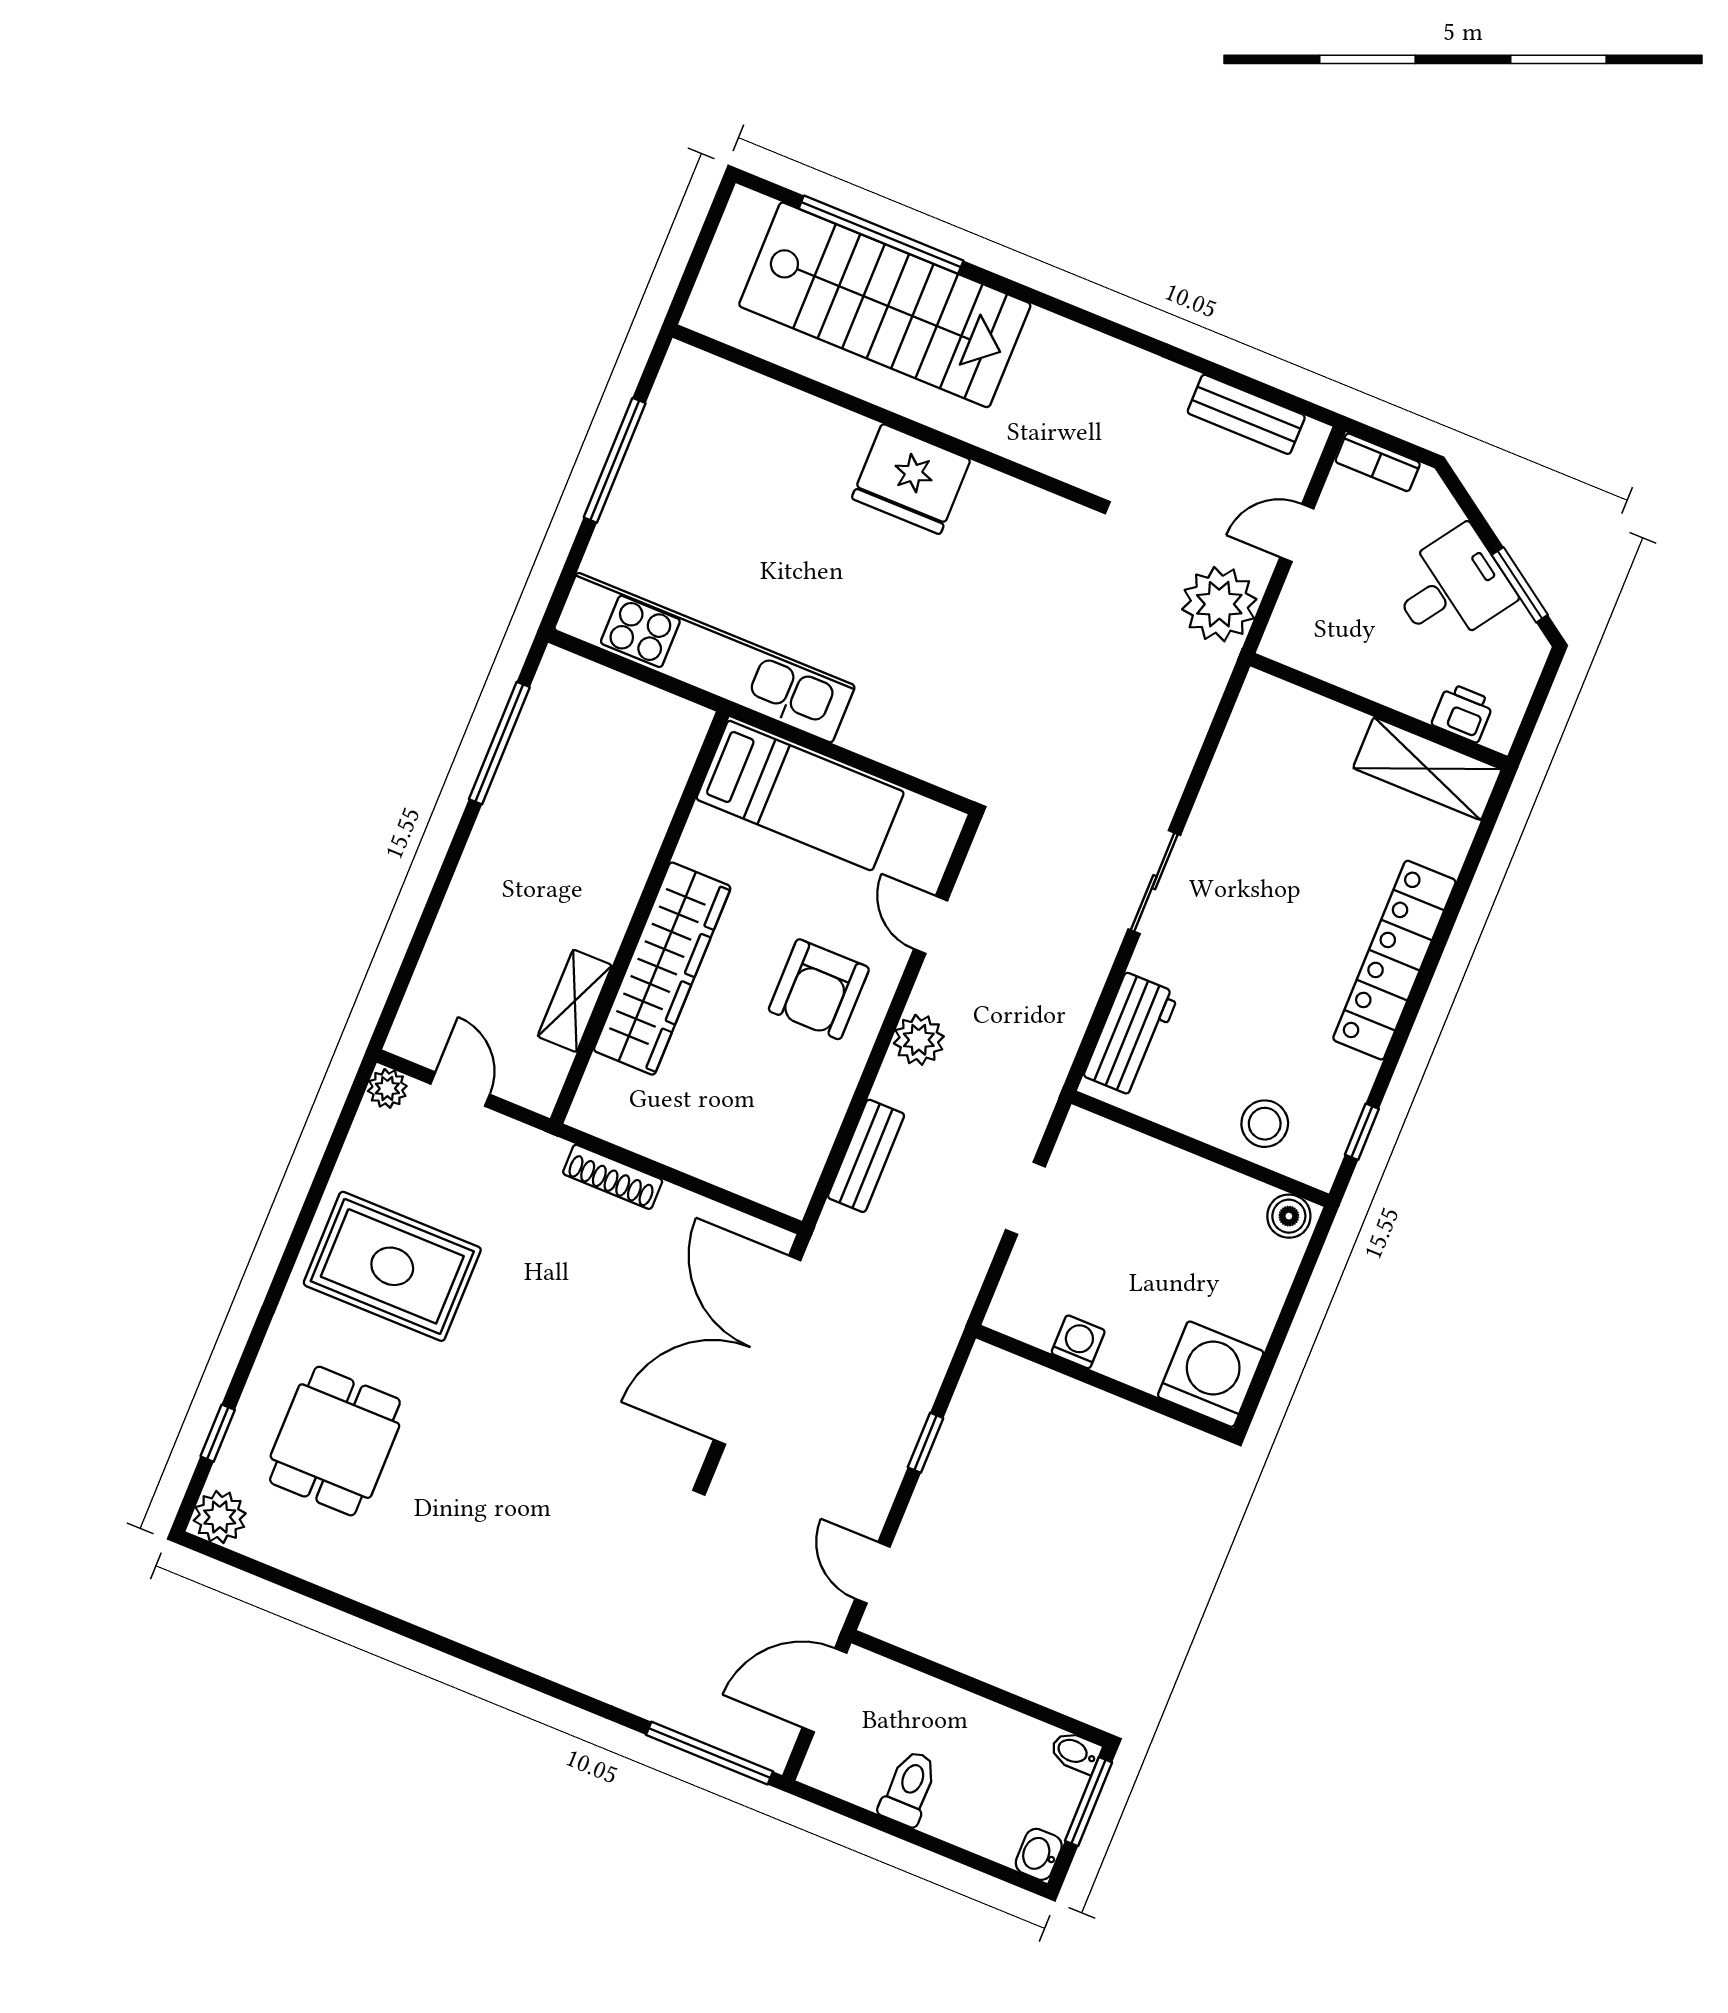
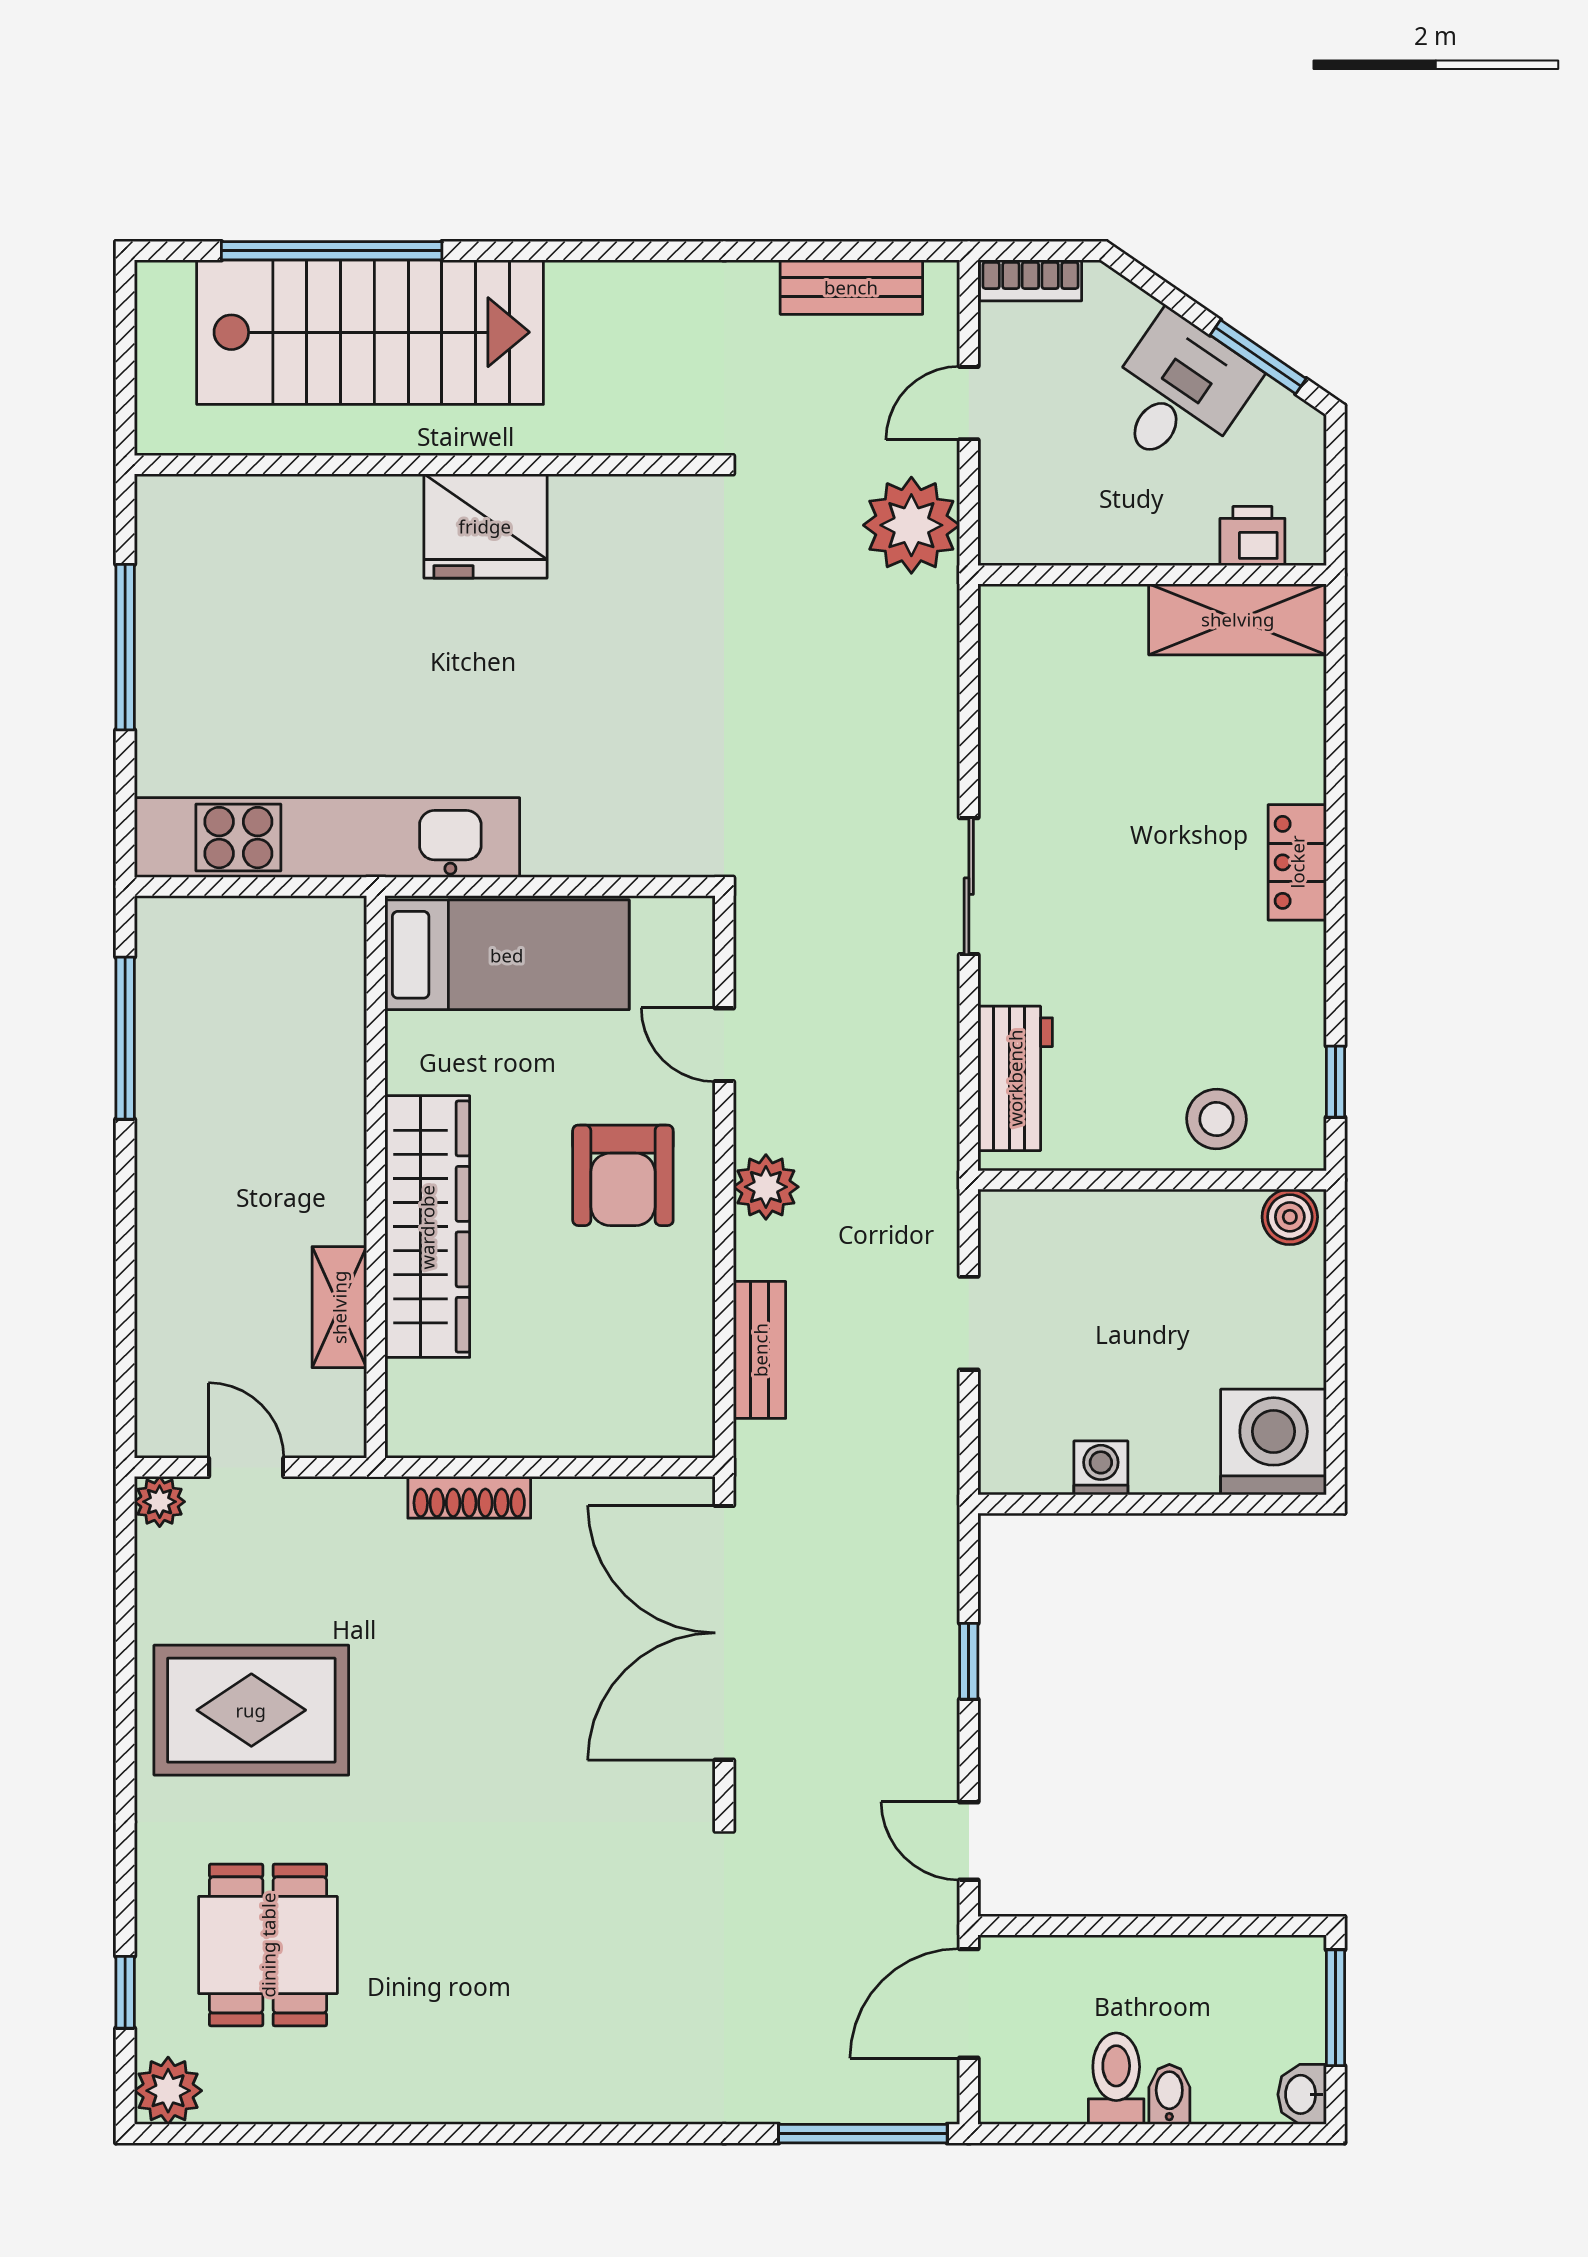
locker: (1394, 960) -> (1297, 862), width x0.46, depth x0.83
bidet: (1076, 1752) -> (1169, 2094), moved, turned 90

